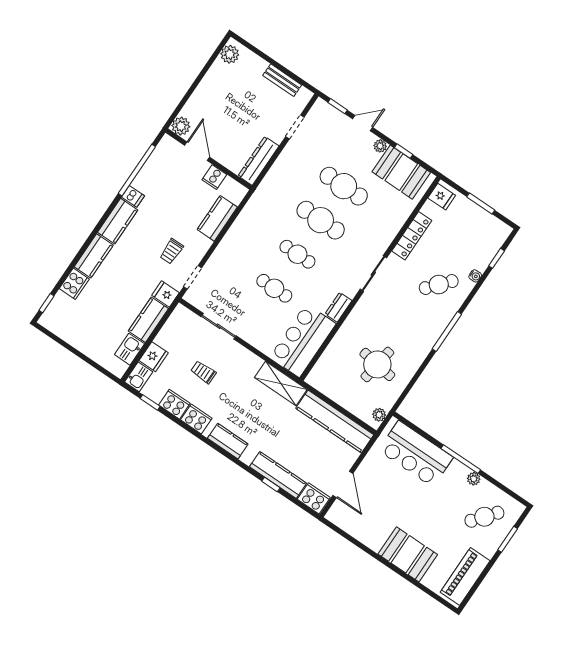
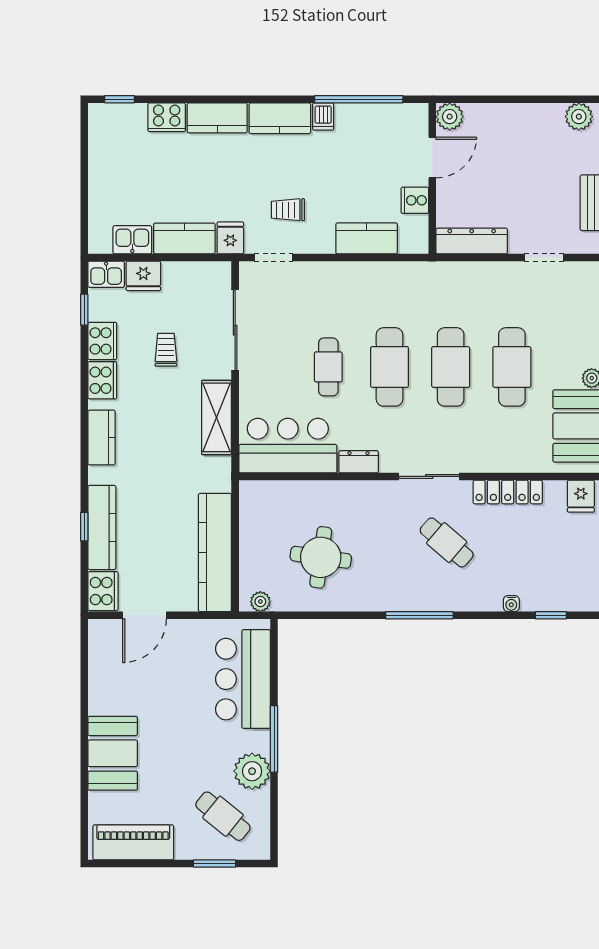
cafe table: (297, 254) -> (389, 367), width x1.37, depth x1.35
cafe table: (439, 285) -> (447, 543), moved
sliding door: (219, 326) -> (235, 330), width x1.37
shelving: (281, 383) -> (217, 417), moved
plant: (474, 479) -> (252, 771), width x1.87, depth x1.87

